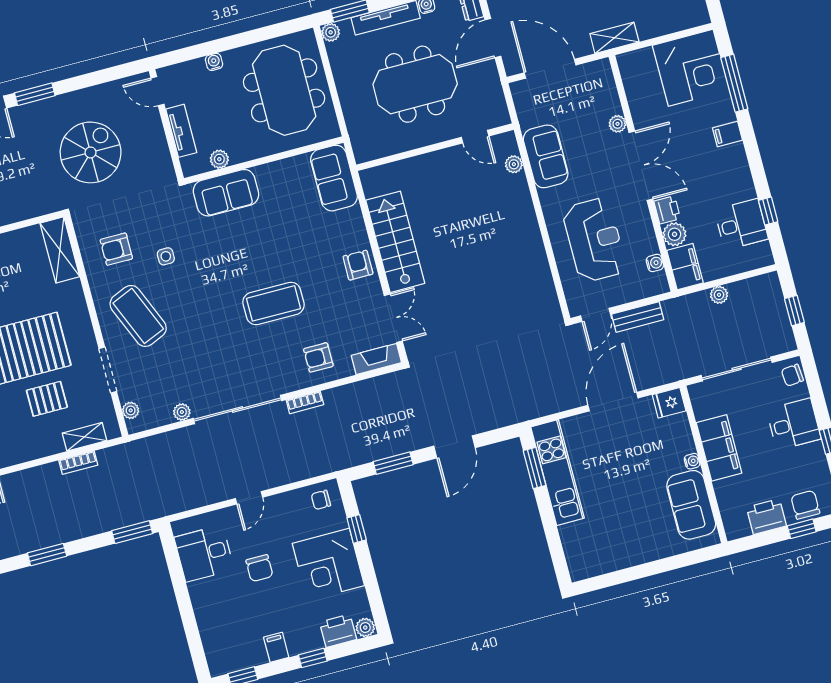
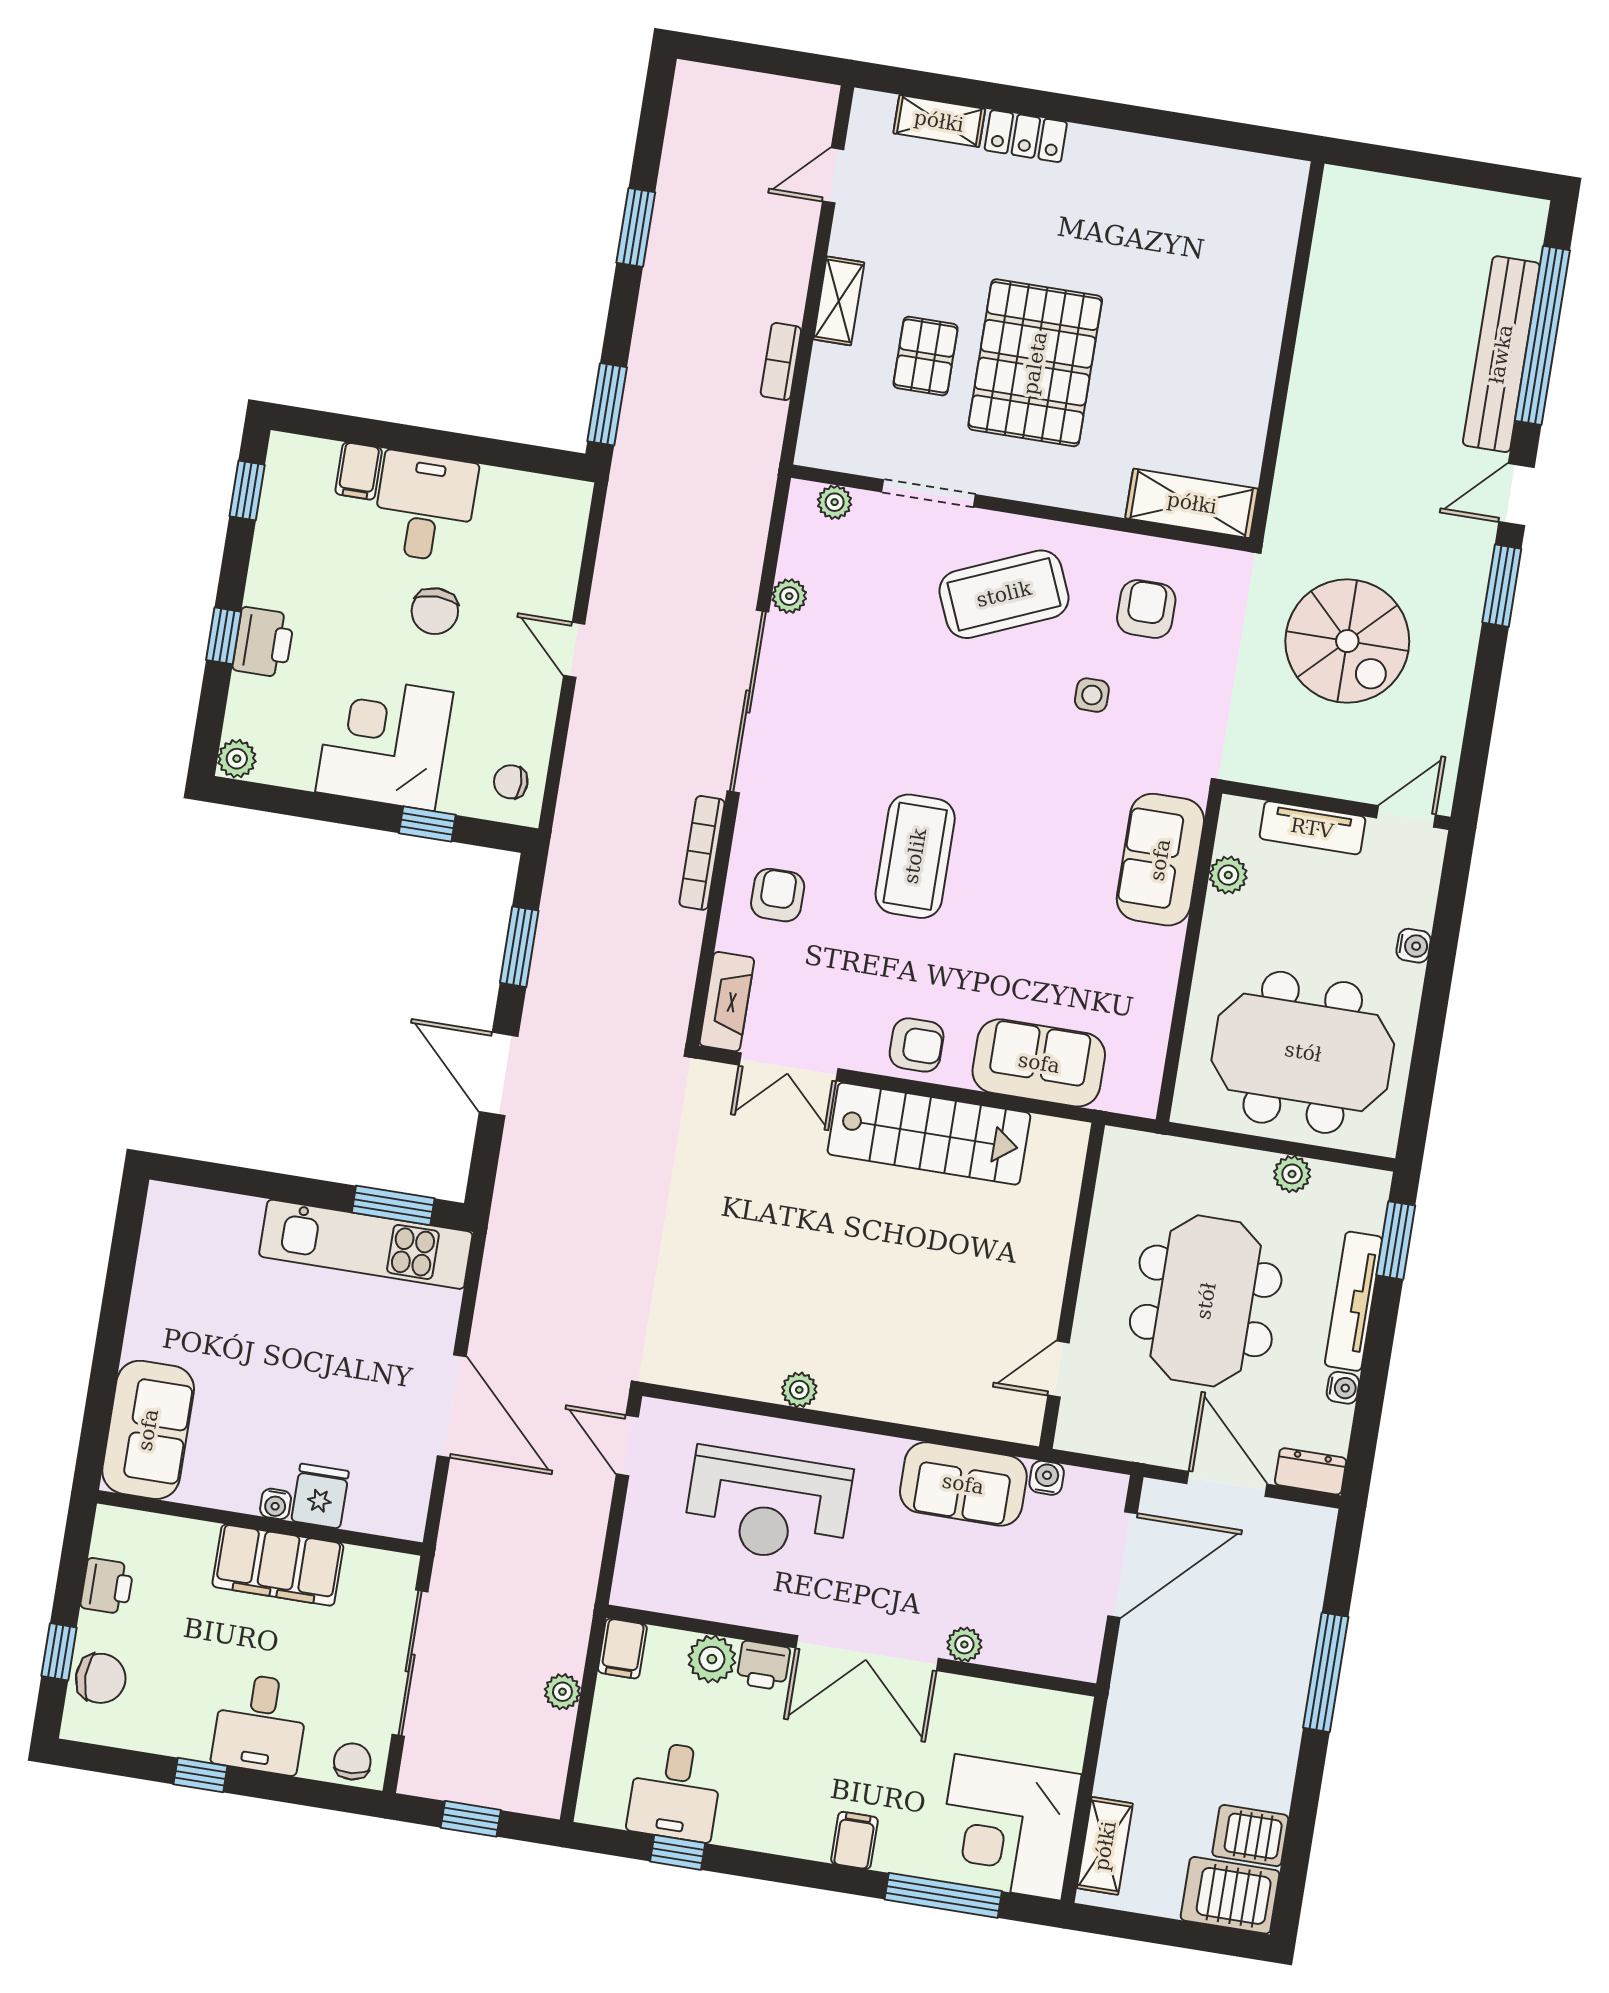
plant: (331, 32) -> (1292, 1174), moved
shelving: (614, 38) -> (1105, 1846), moved
plant: (514, 164) -> (799, 1390), moved
sofa: (334, 178) -> (1039, 1063), moved
water cooler: (655, 263) -> (1047, 1478), moved, turned 180
filing cabinet: (685, 267) -> (622, 1649), width x0.50
bench: (638, 317) -> (589, 1522), removed
bookcase: (305, 402) -> (702, 853), width x1.56
fridge: (669, 403) -> (320, 1496), moved
shelving: (84, 437) -> (839, 301), moved
chair: (321, 500) -> (511, 782), turned -90
sofa: (691, 505) -> (148, 1430), moved, turned 90
printer: (766, 517) -> (107, 1586), width x0.73, depth x0.81
desk: (204, 553) -> (425, 507), moved
chair: (259, 568) -> (435, 611), turned -90
printer: (338, 631) -> (263, 642), moved
filing cabinet: (276, 647) -> (359, 471), moved, turned 90

